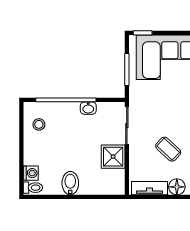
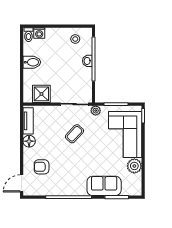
plant: (135, 97) -> (96, 111), added
washbasin: (88, 108) -> (87, 61), moved
coffee table: (168, 149) -> (74, 134), moved
shower: (113, 157) -> (41, 94), moved

